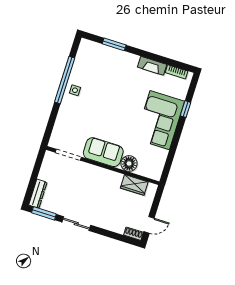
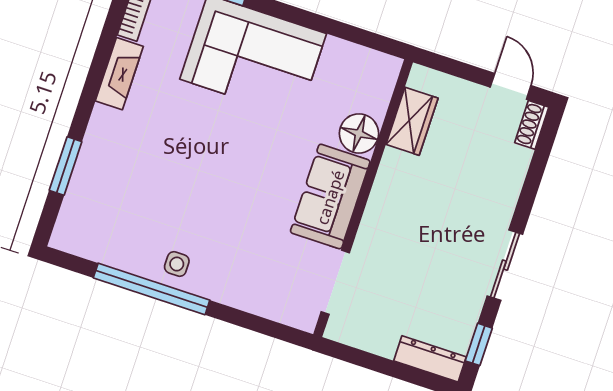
window: (44, 213) -> (479, 344), width x0.67

